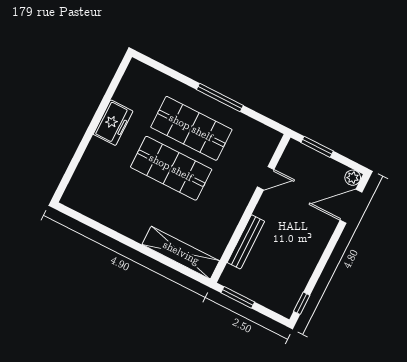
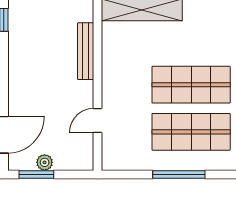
window: (317, 147) -> (36, 174), moved
plant: (353, 178) -> (45, 162), moved

